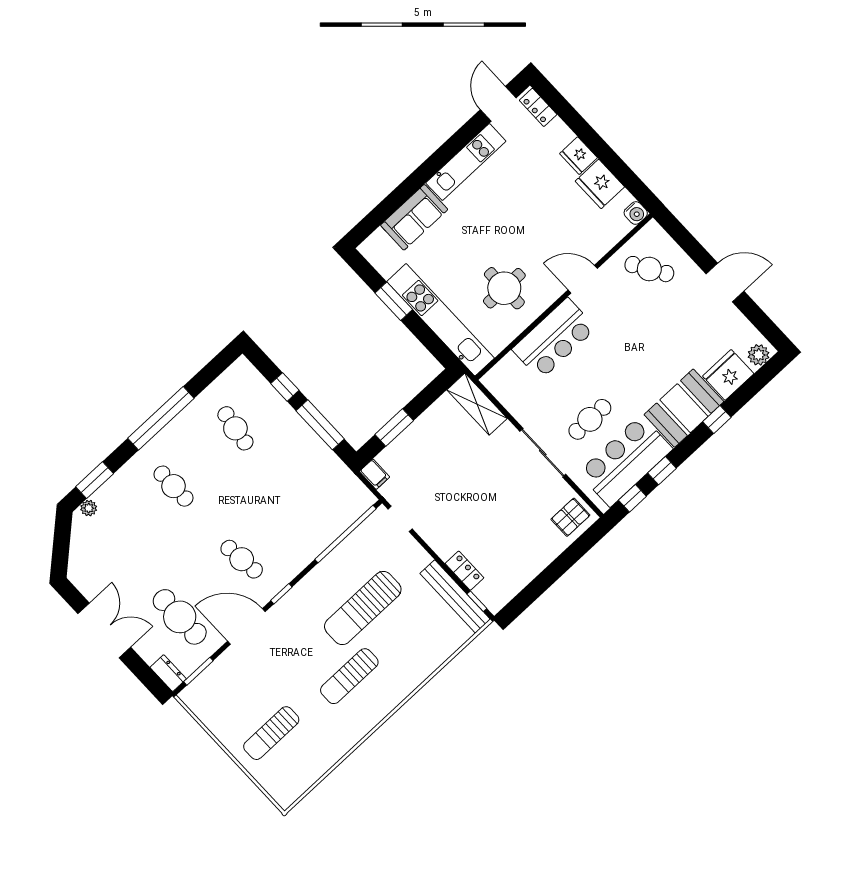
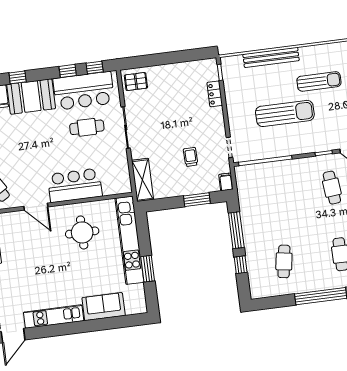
trolley: (439, 474) -> (191, 157), added
bench: (455, 596) -> (271, 57), moved, turned 90

